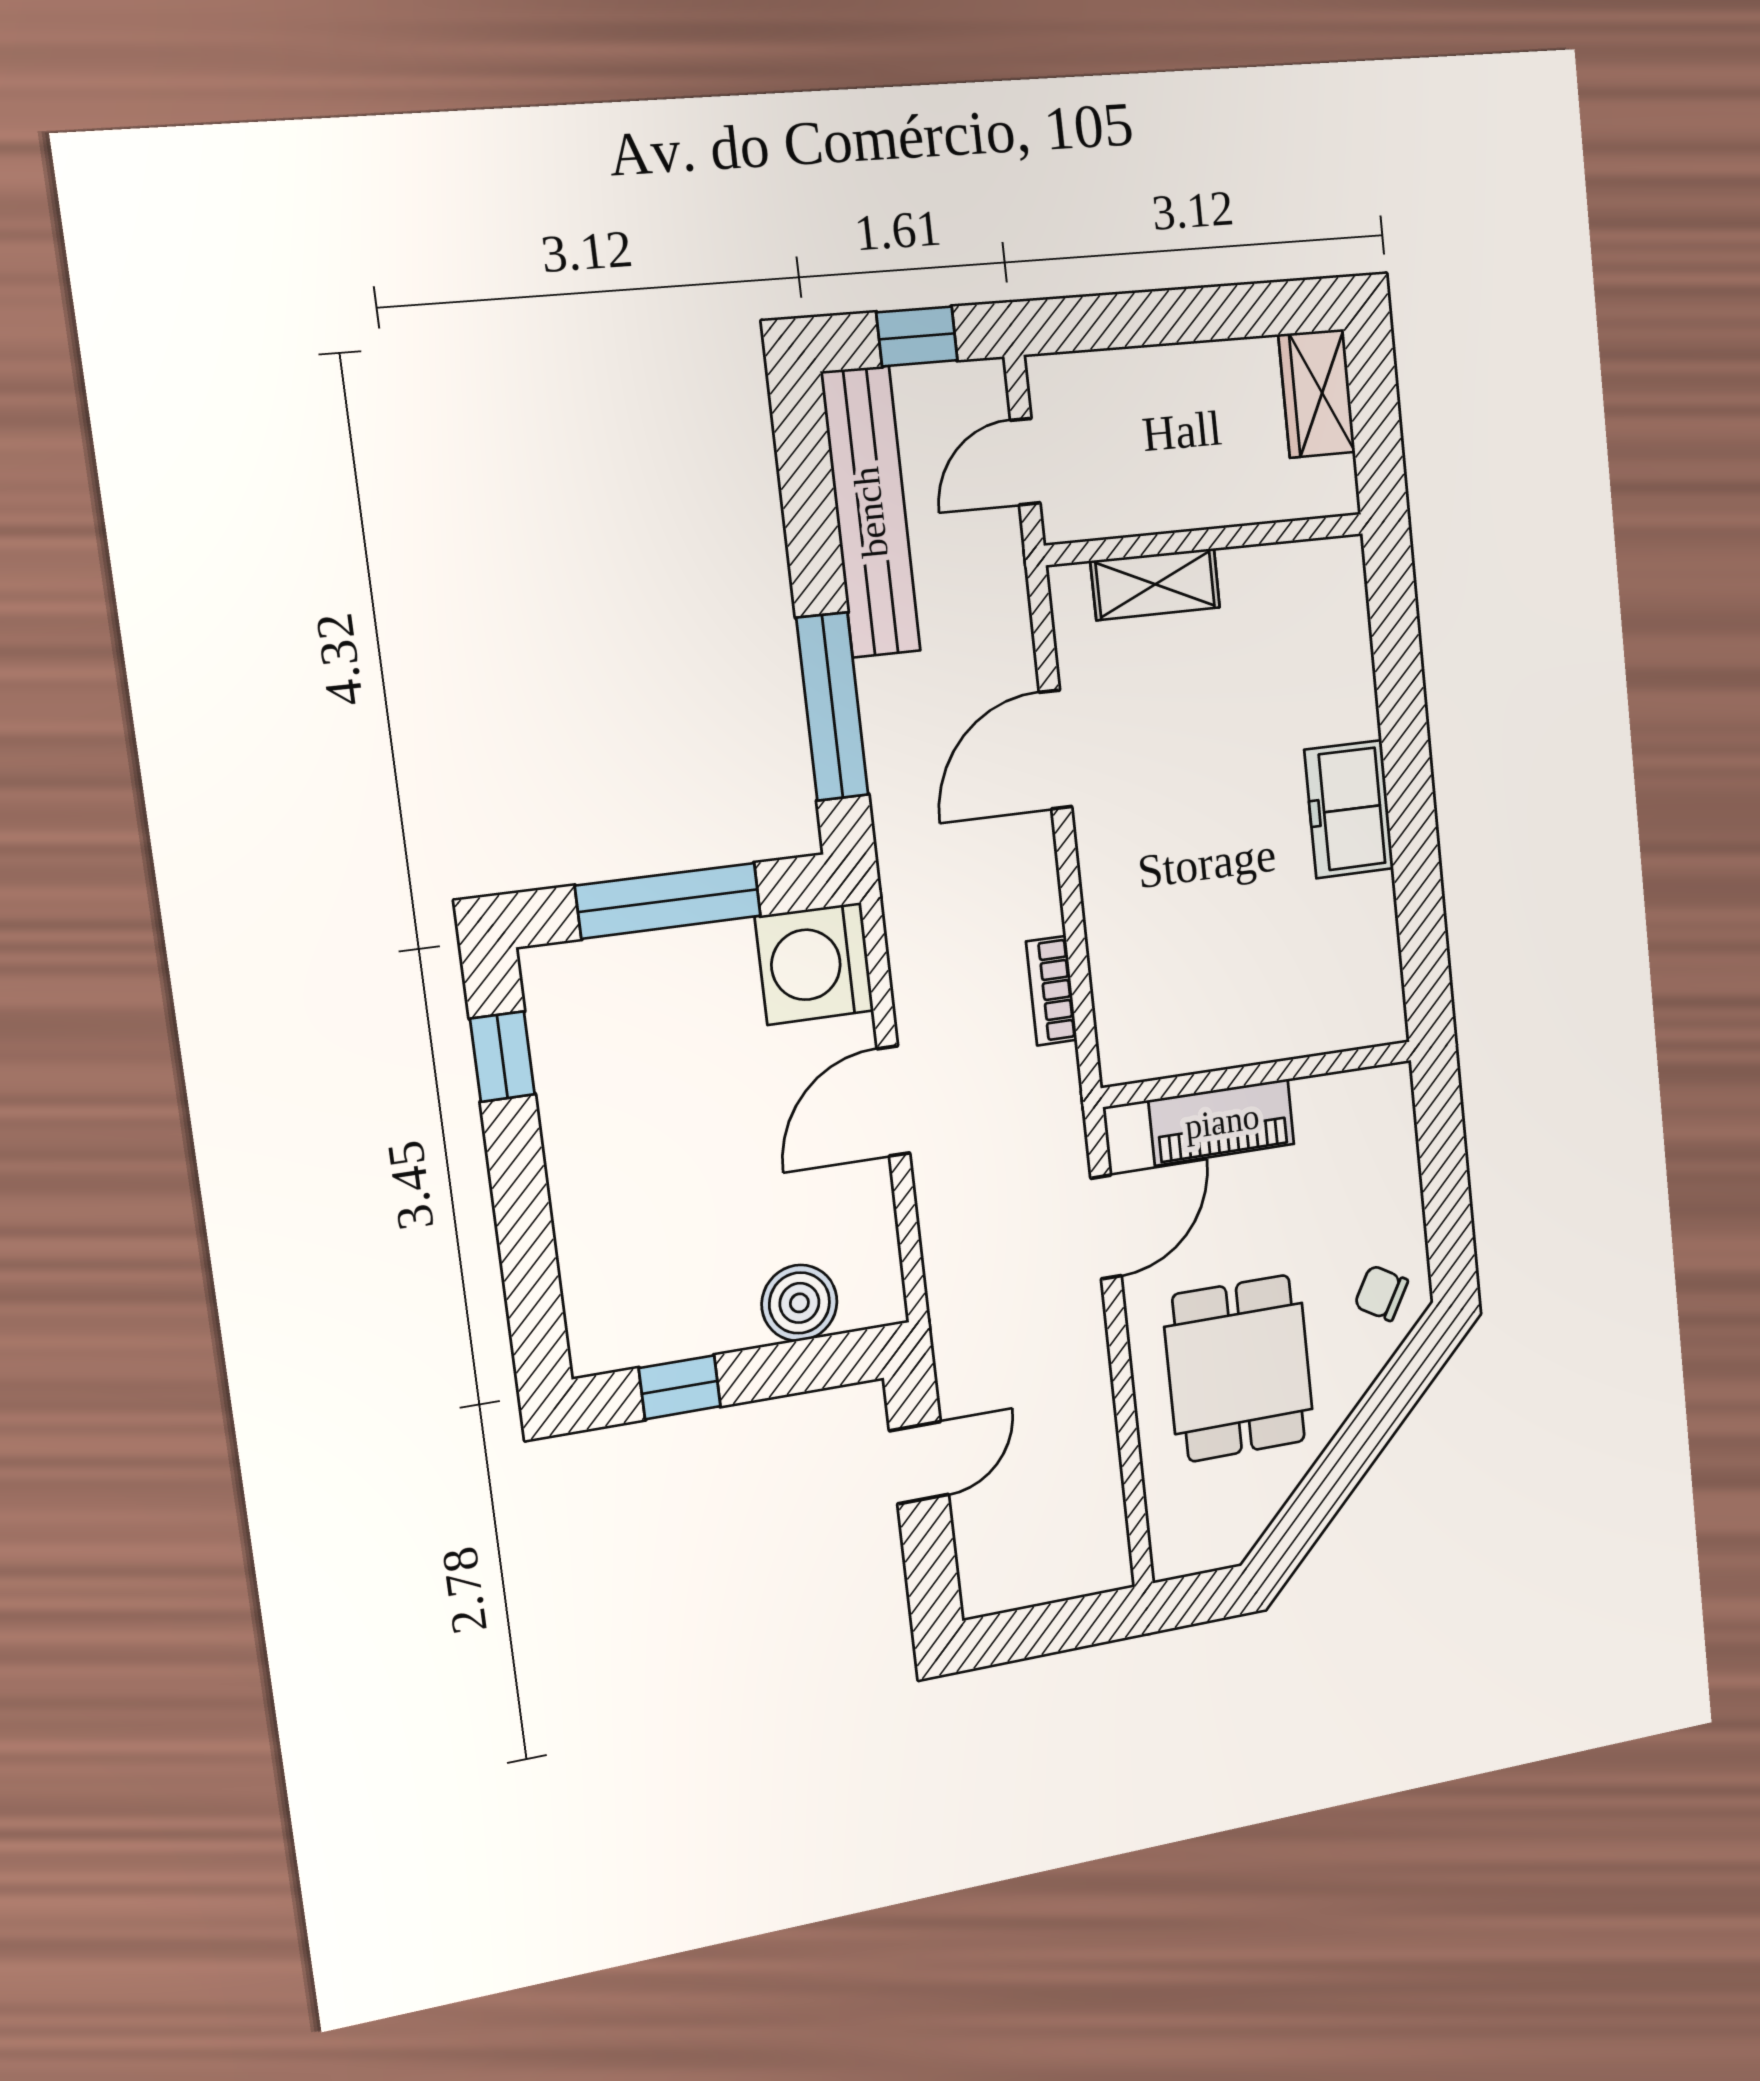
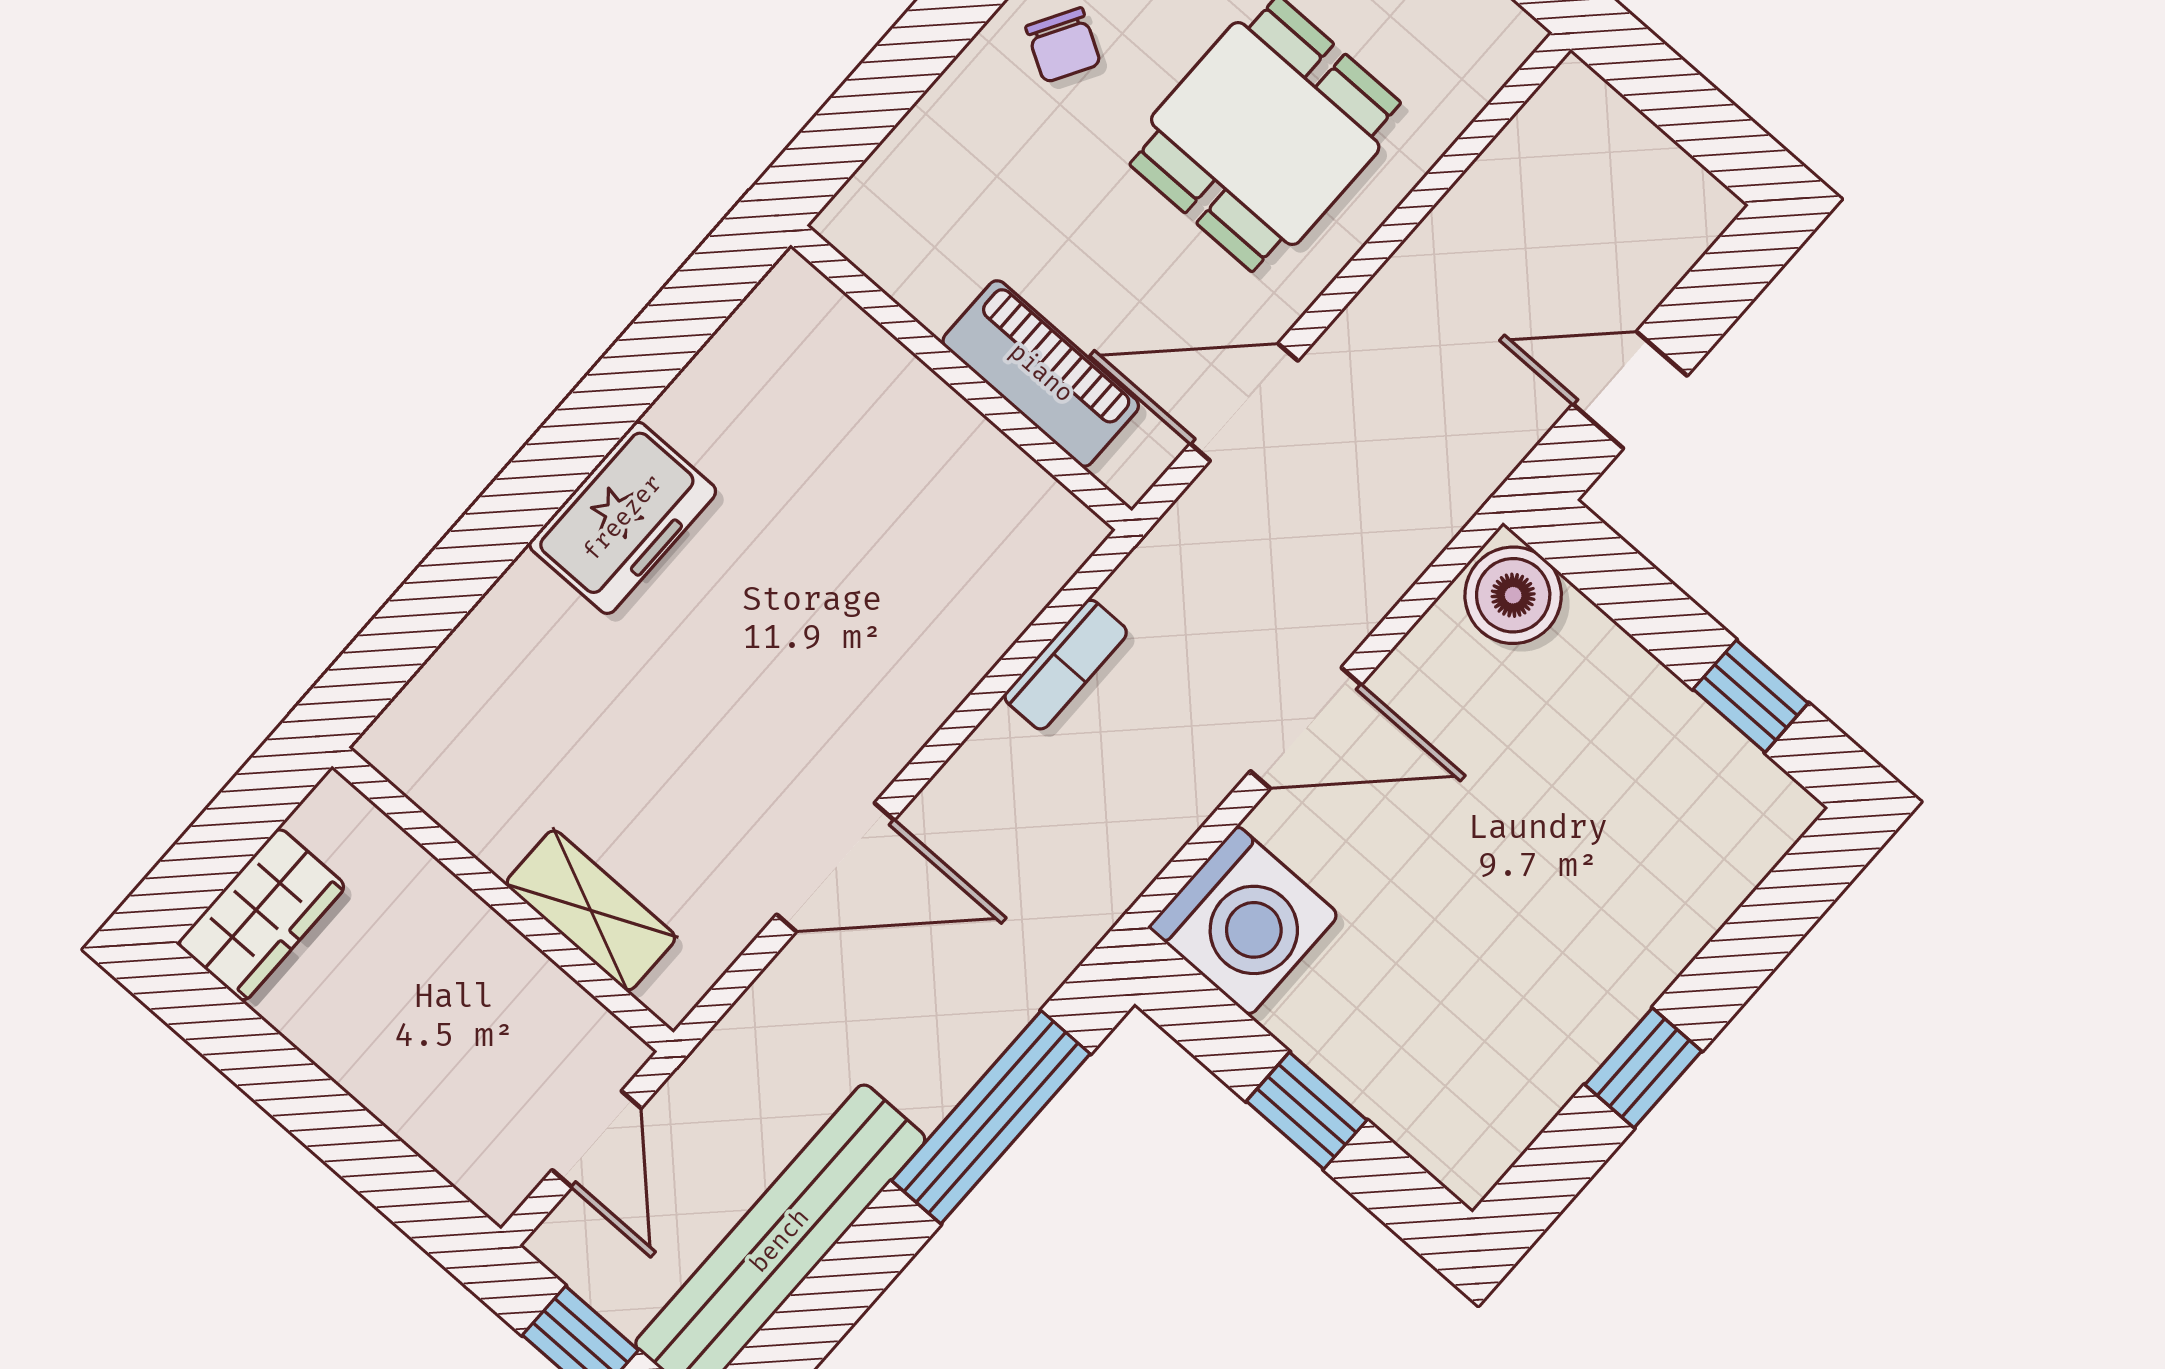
door: (1025, 462) -> (597, 1139), hinge flipped
window: (668, 901) -> (1307, 1111), width x0.46
window: (502, 1057) -> (1643, 1068), moved
boiler: (799, 1303) -> (1513, 595), moved

